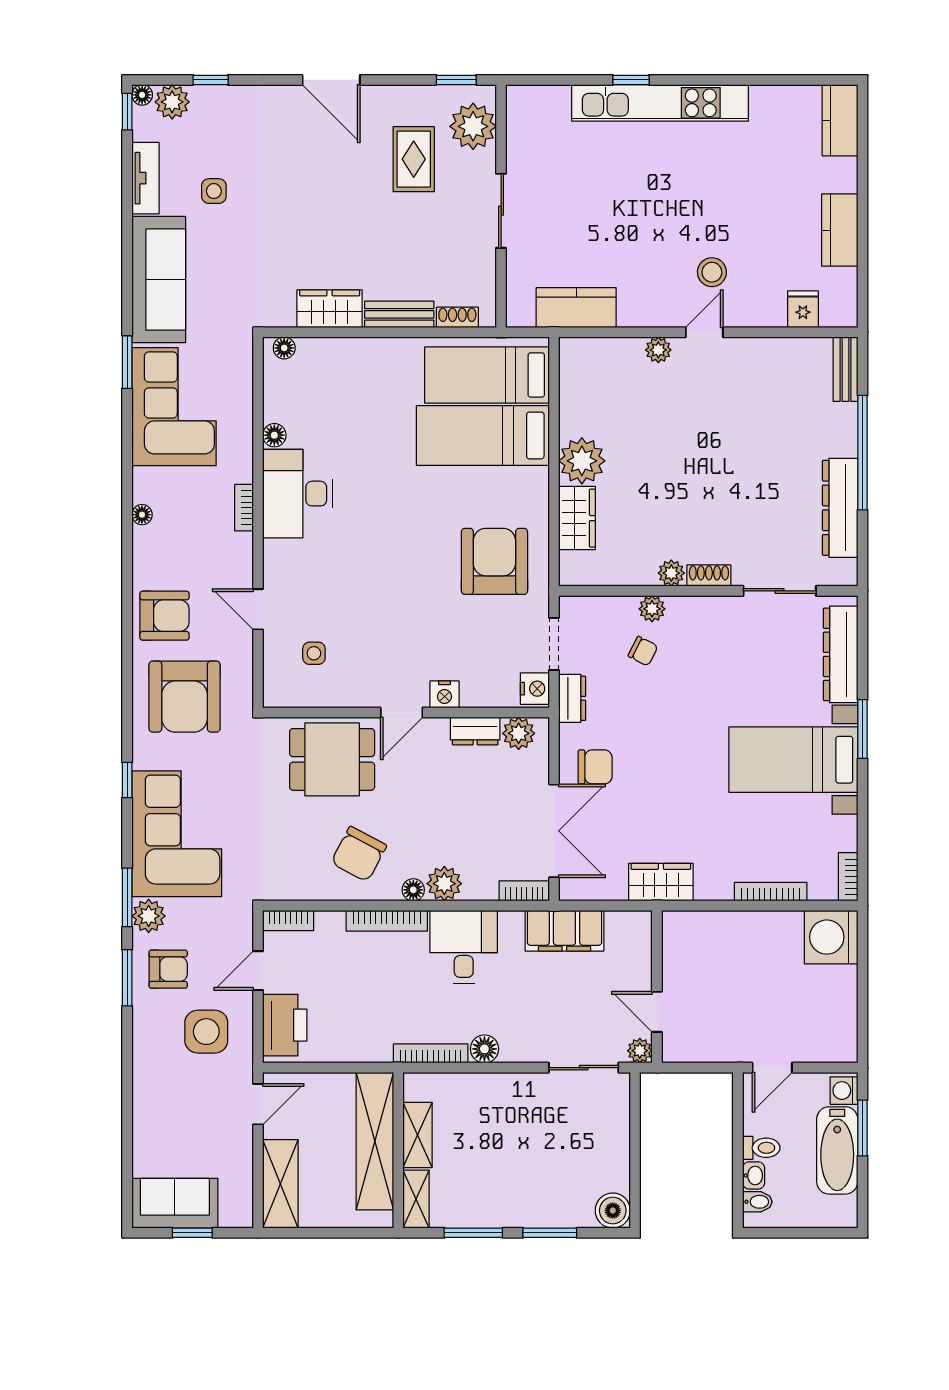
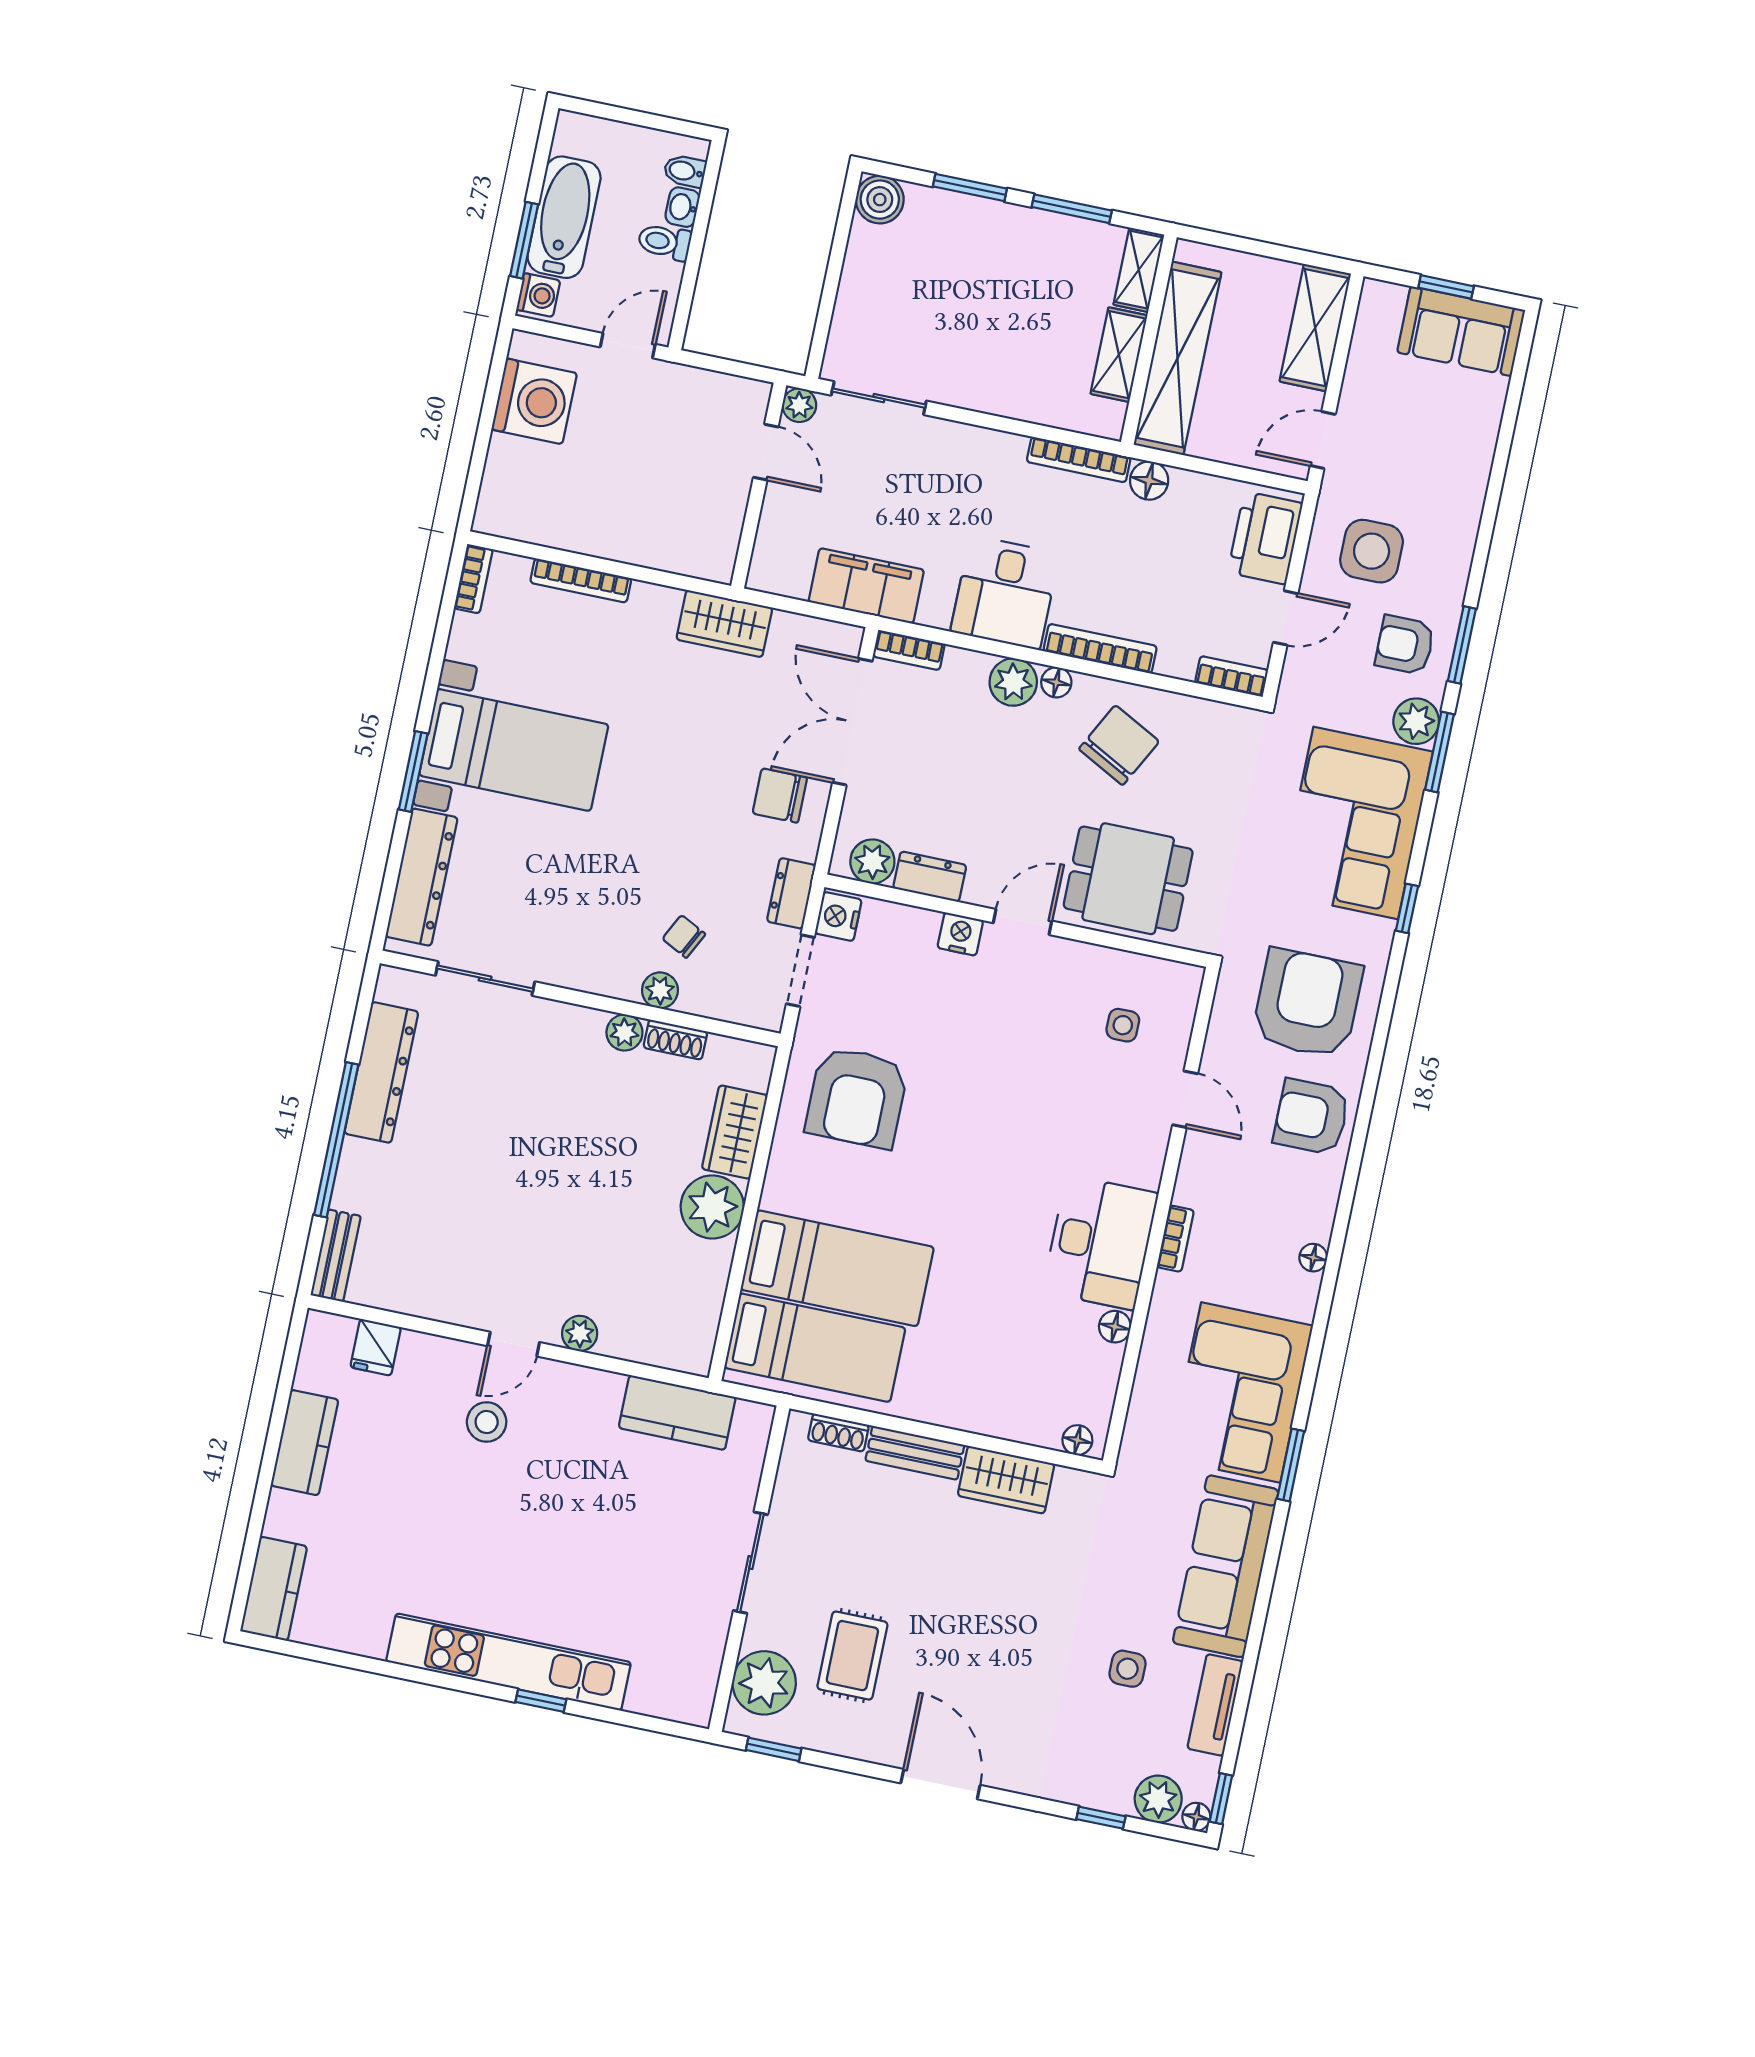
shoe rack: (709, 576) -> (675, 1040), moved
washing machine: (831, 937) -> (534, 401), moved
floor lamp: (484, 1049) -> (1149, 481), moved

